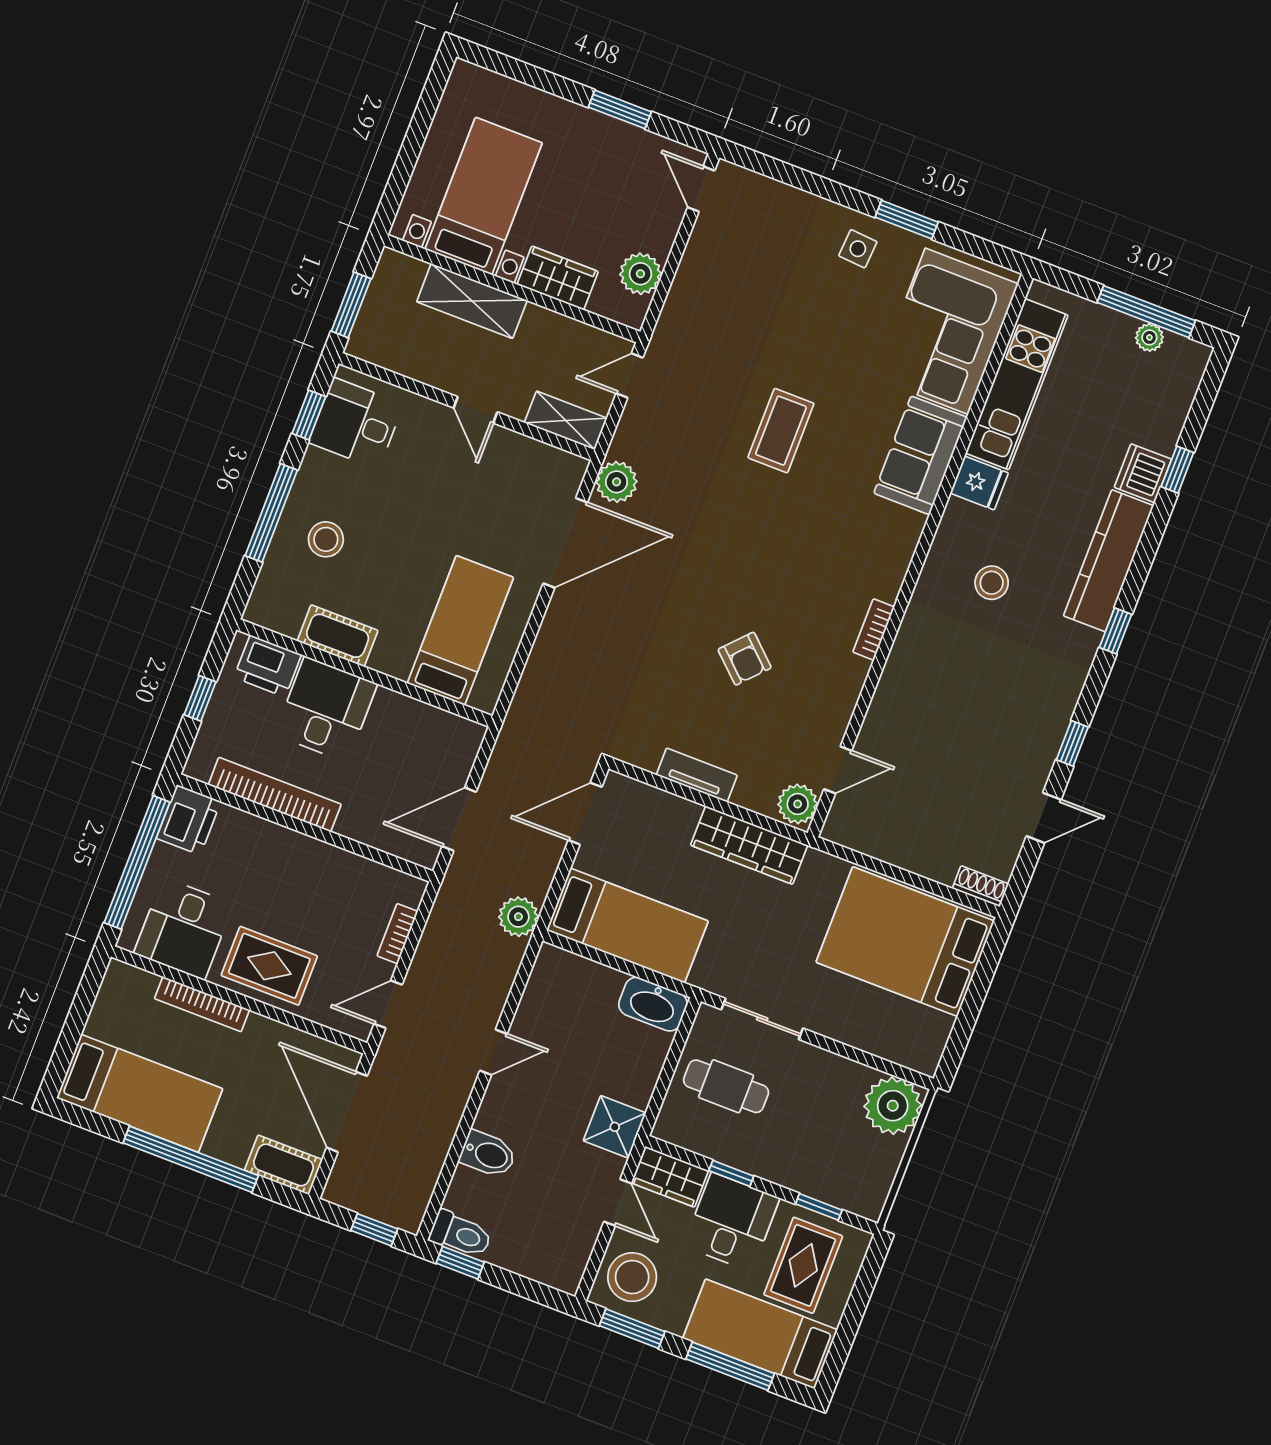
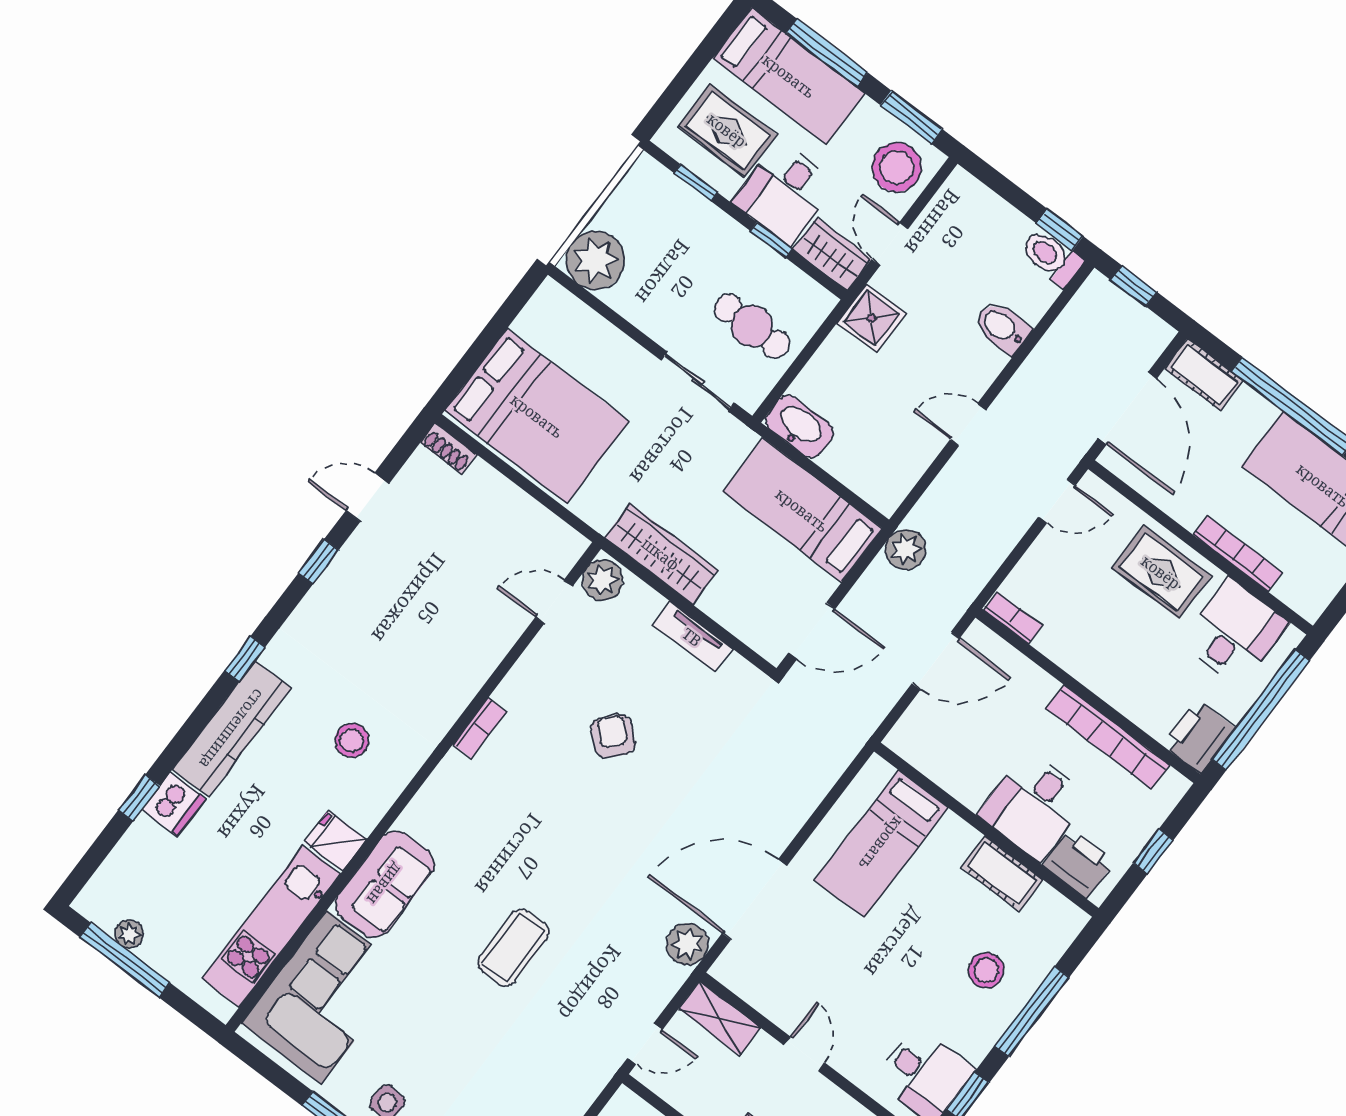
bookcase: (397, 934) -> (1013, 618), moved, turned -90
rug: (803, 1265) -> (727, 130), turned 90

